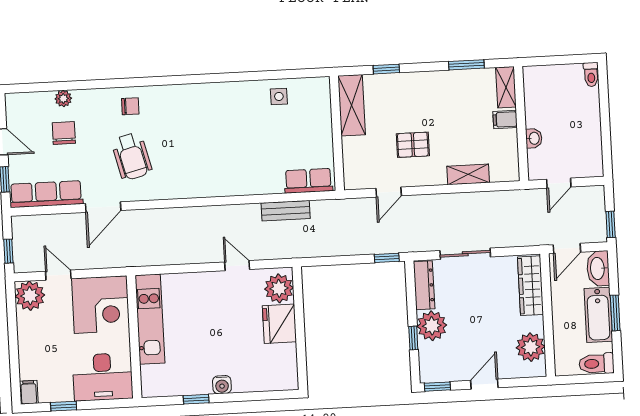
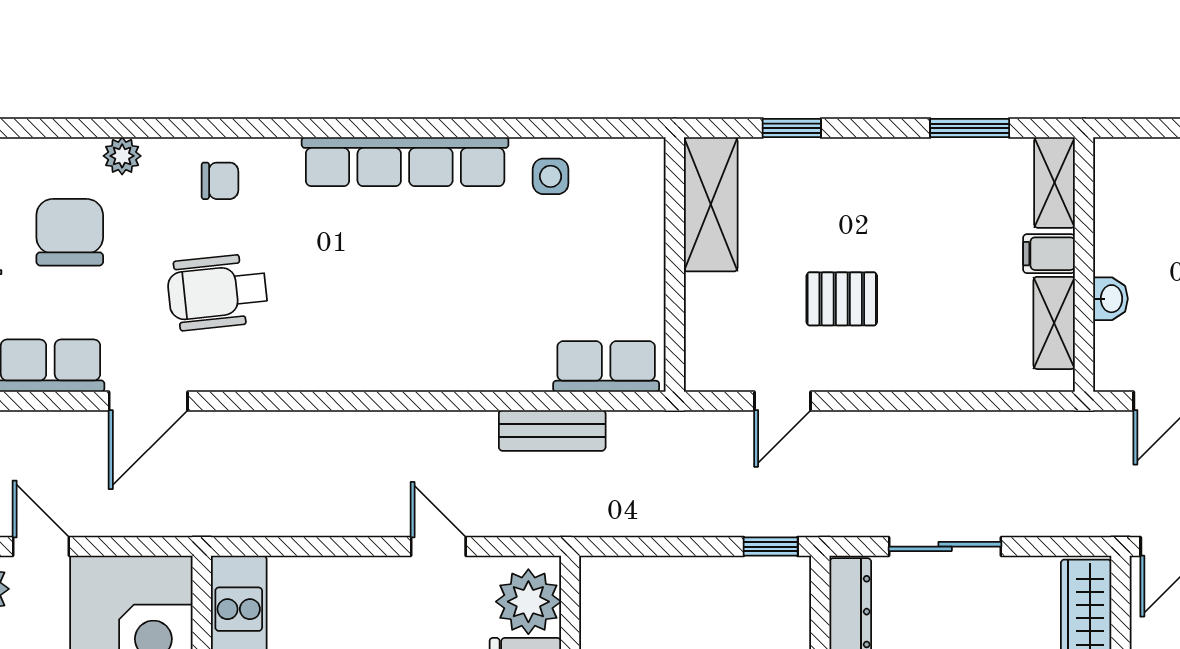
row of seats: (213, 93) -> (405, 162), added
plant: (63, 99) -> (122, 156), moved
chair: (64, 133) -> (70, 232), width x1.37, depth x1.37
wheelchair: (132, 156) -> (217, 292), turned 98
shelving: (468, 174) -> (1054, 323), moved, turned 90

